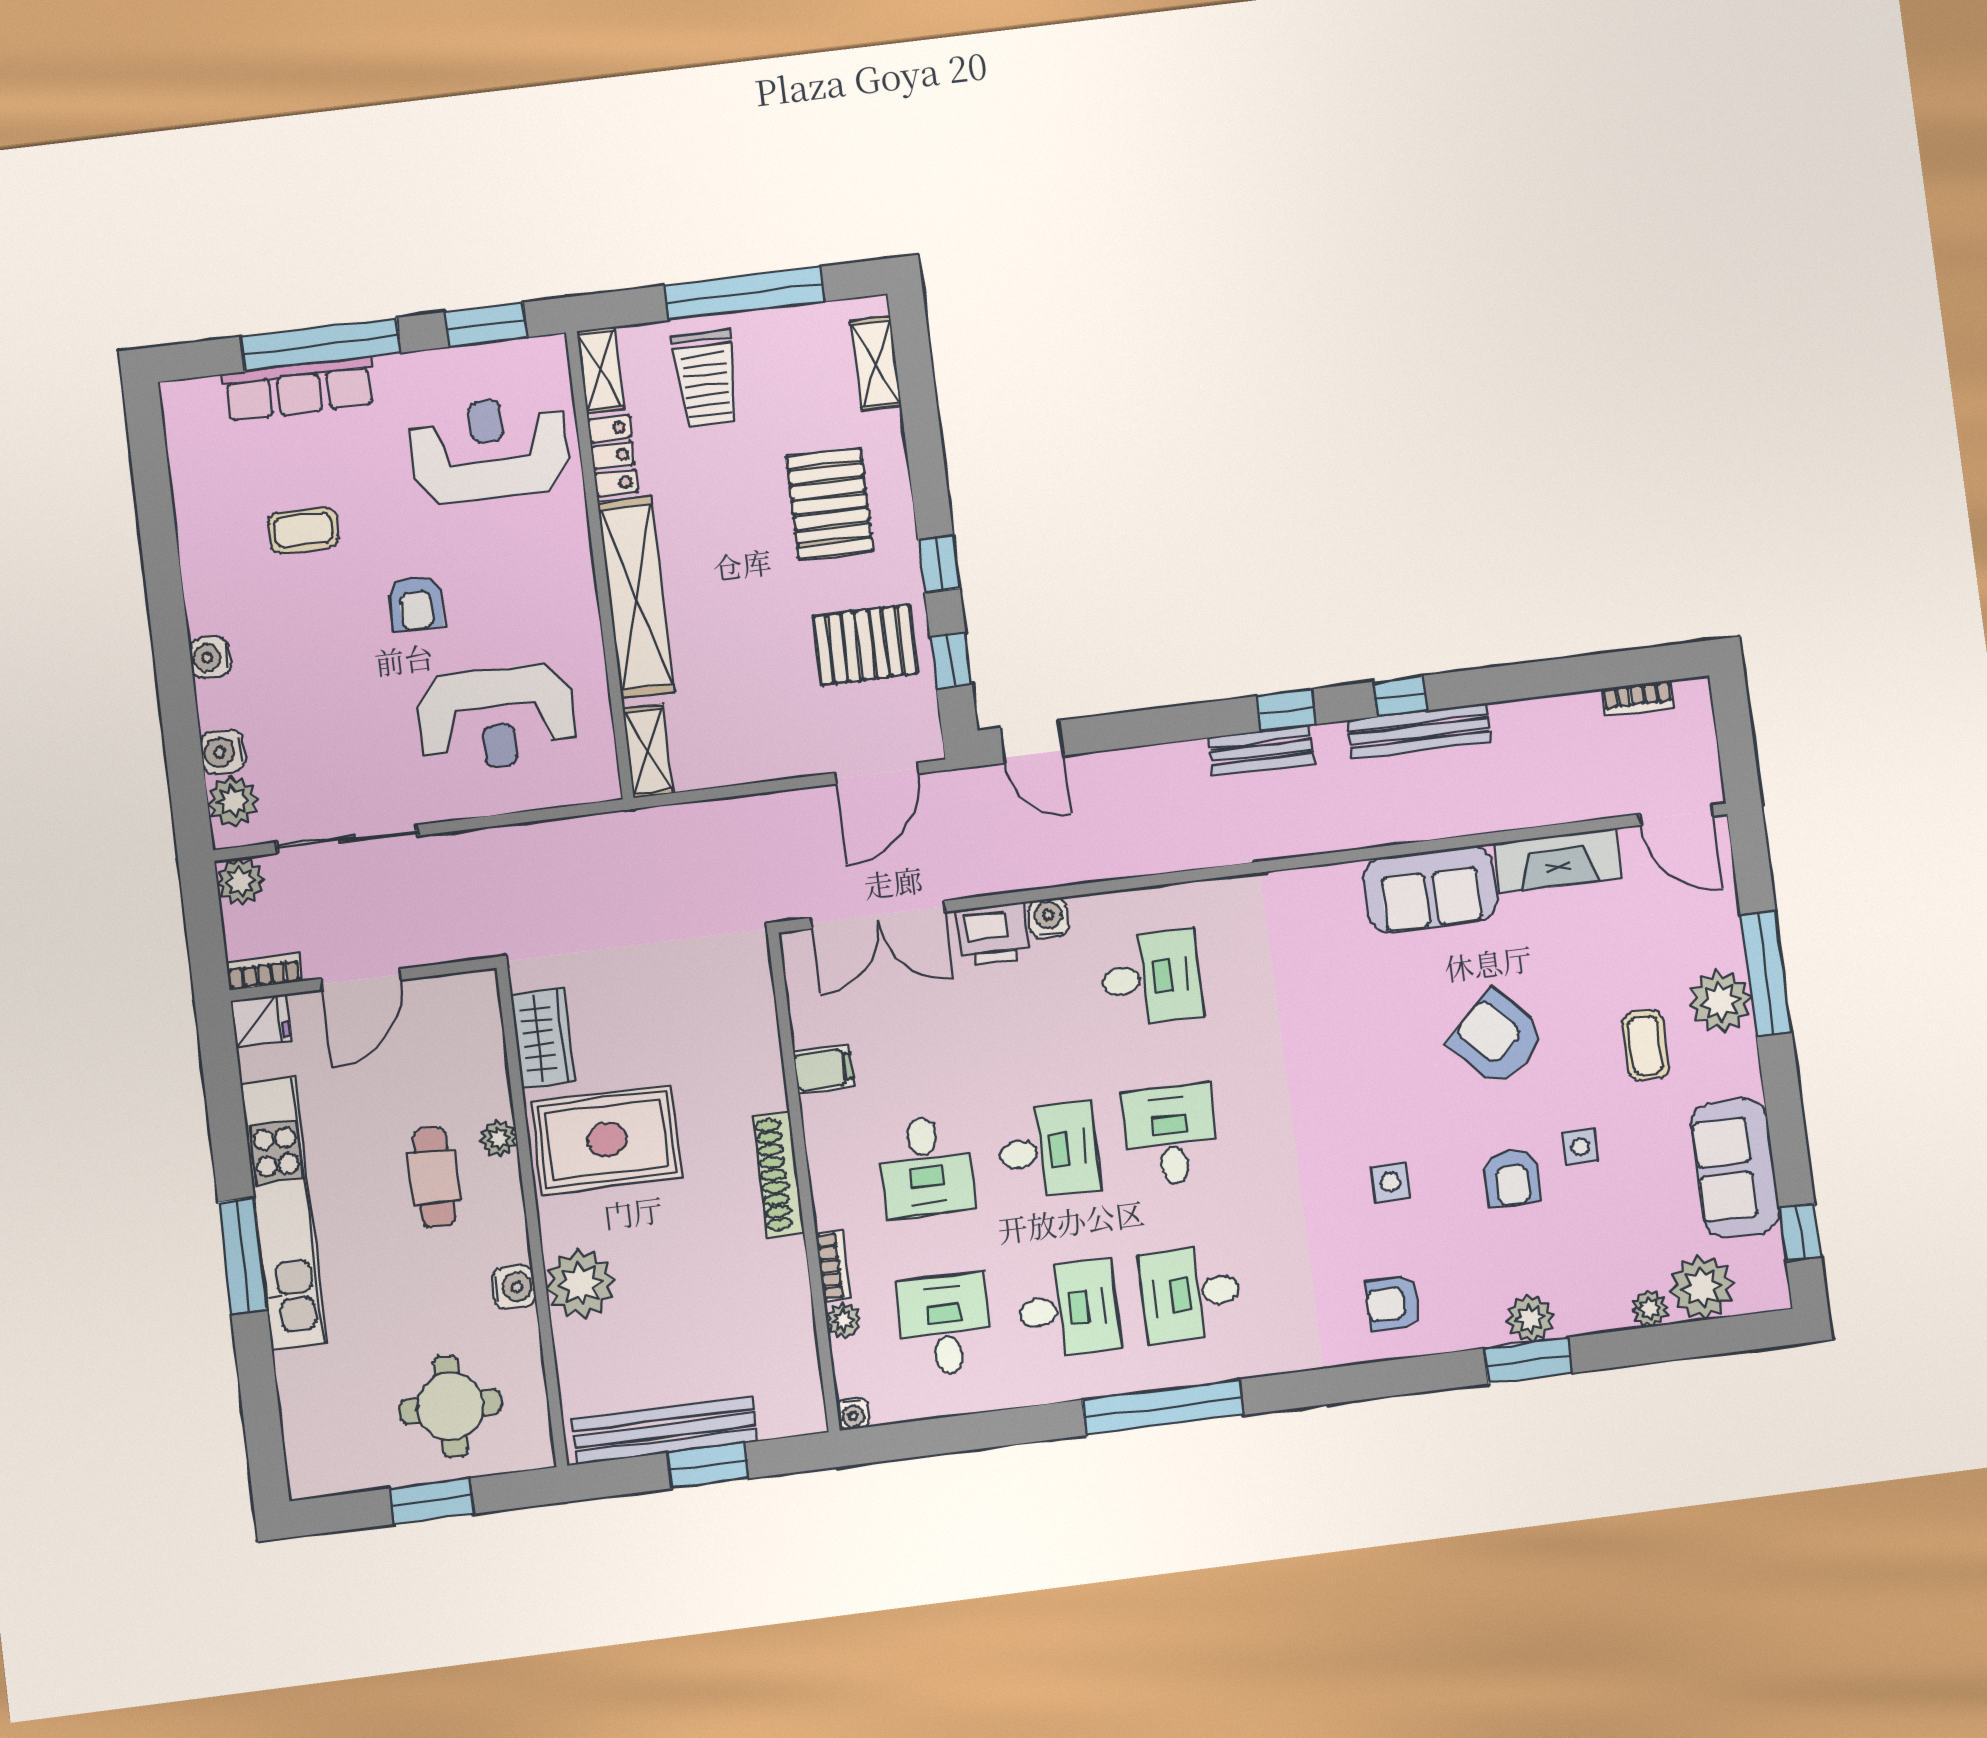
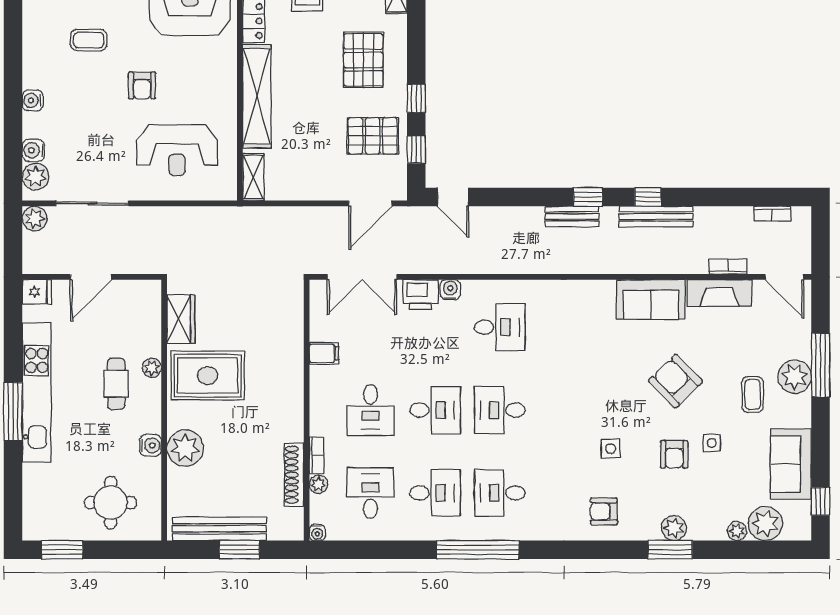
bookcase: (264, 971) -> (728, 267), moved
desk: (1171, 1135) -> (500, 410), turned -90
shoe rack: (778, 1174) -> (294, 475), moved
window: (432, 1501) -> (62, 550), moved

